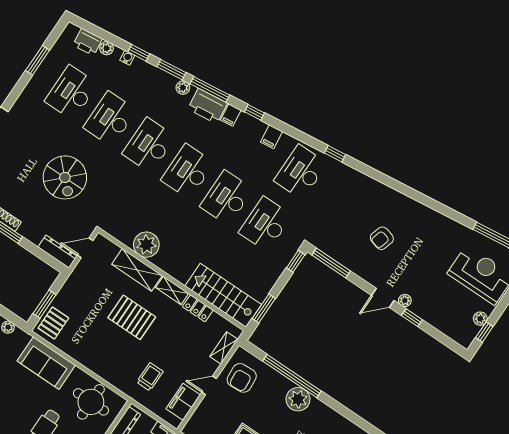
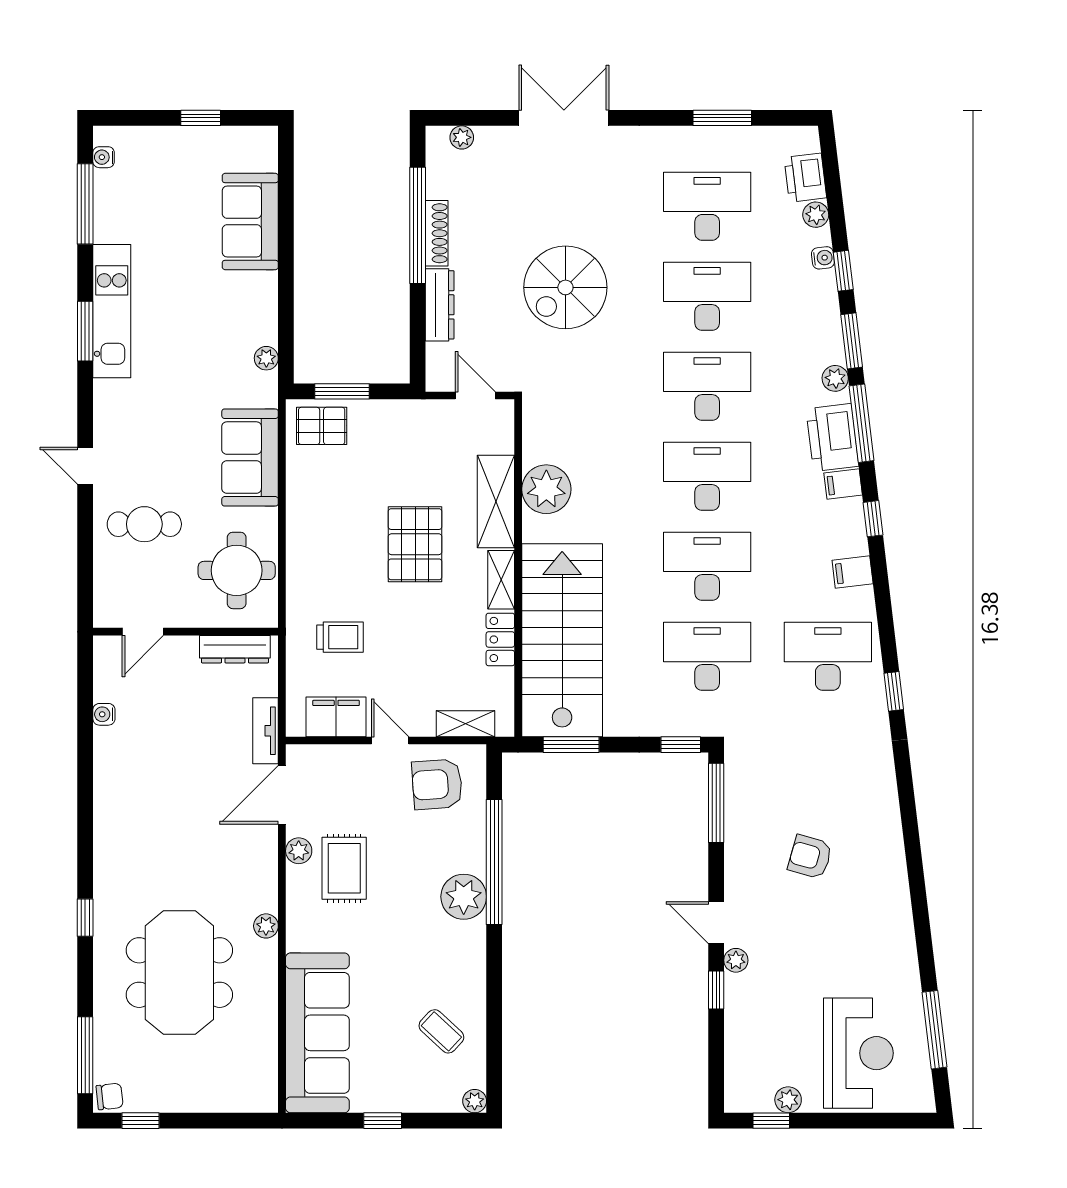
dresser: (58, 252) -> (440, 305), moved
stairs: (223, 295) -> (562, 640), width x1.36, depth x1.51

